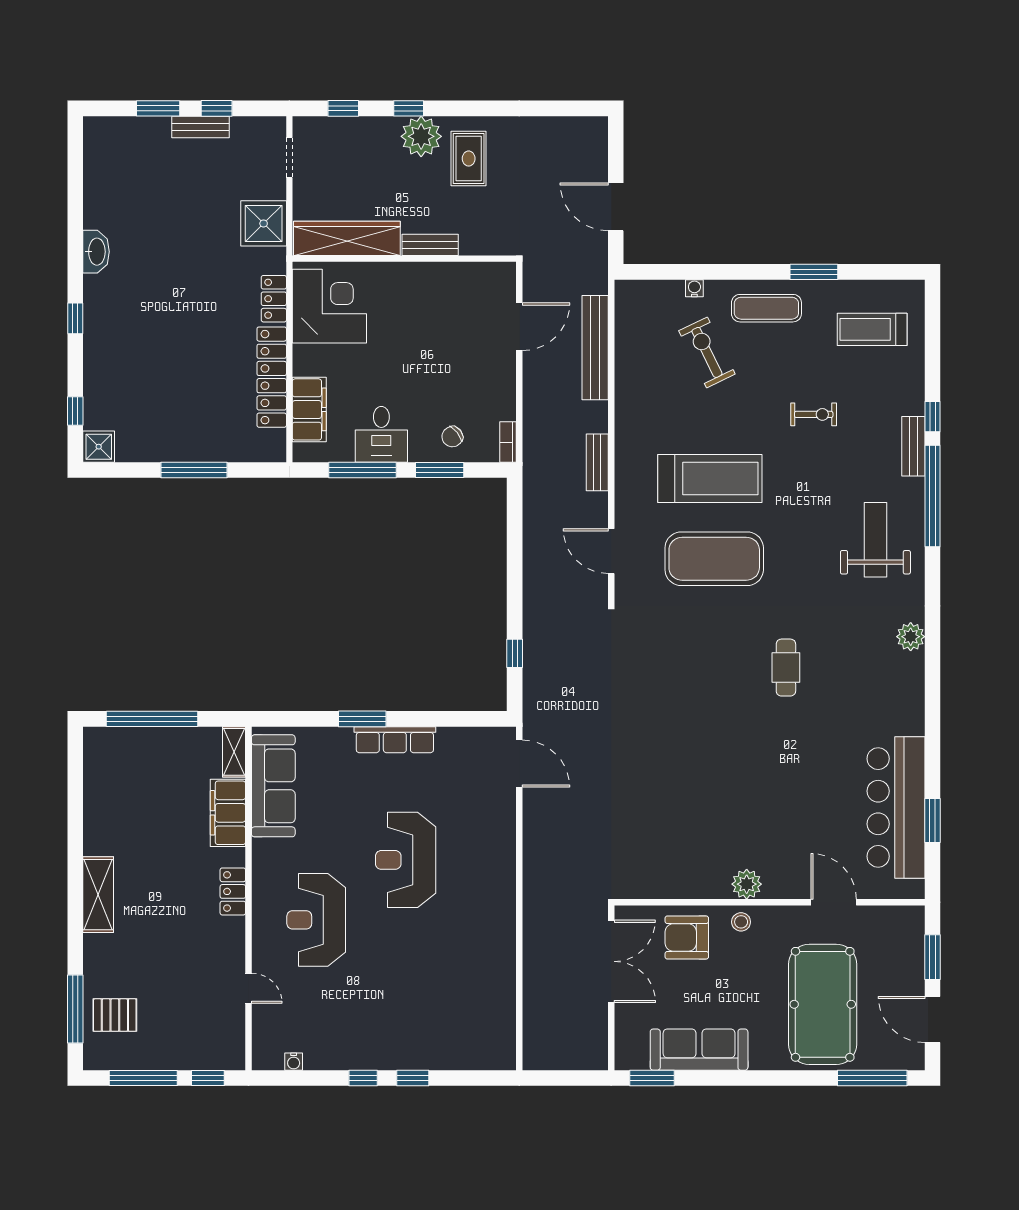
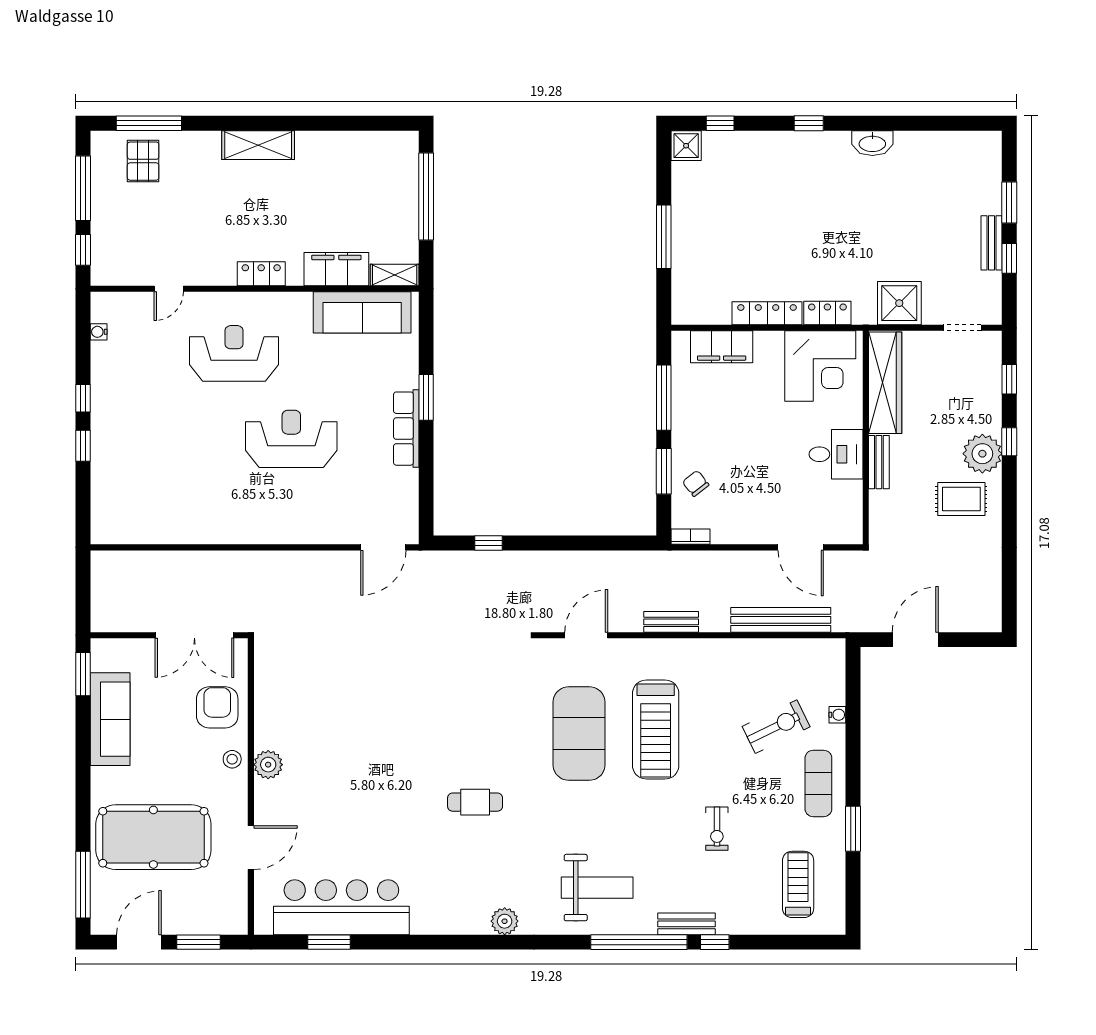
locker: (272, 377) -> (767, 313), width x0.71, depth x0.83
desk: (381, 434) -> (836, 454), moved, turned 180

